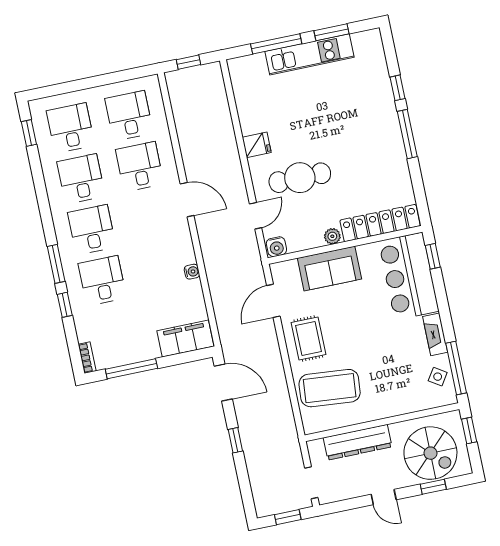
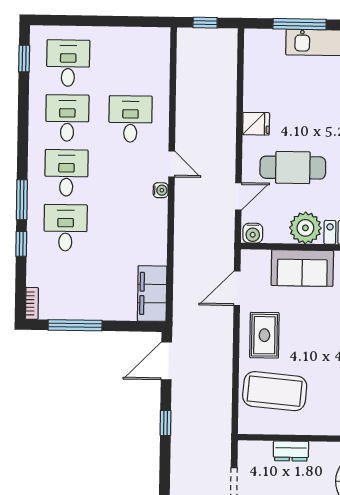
desk: (129, 116) -> (131, 64), removed
door: (187, 200) -> (172, 164), width x0.73
plant: (332, 236) -> (305, 228), width x1.88, depth x1.88
water cooler: (192, 272) -> (161, 190), moved
filing cabinet: (185, 339) -> (152, 294), moved, turned -90
door: (223, 383) -> (166, 361), swing flipped
dresser: (358, 442) -> (291, 451), width x0.51, depth x0.80

